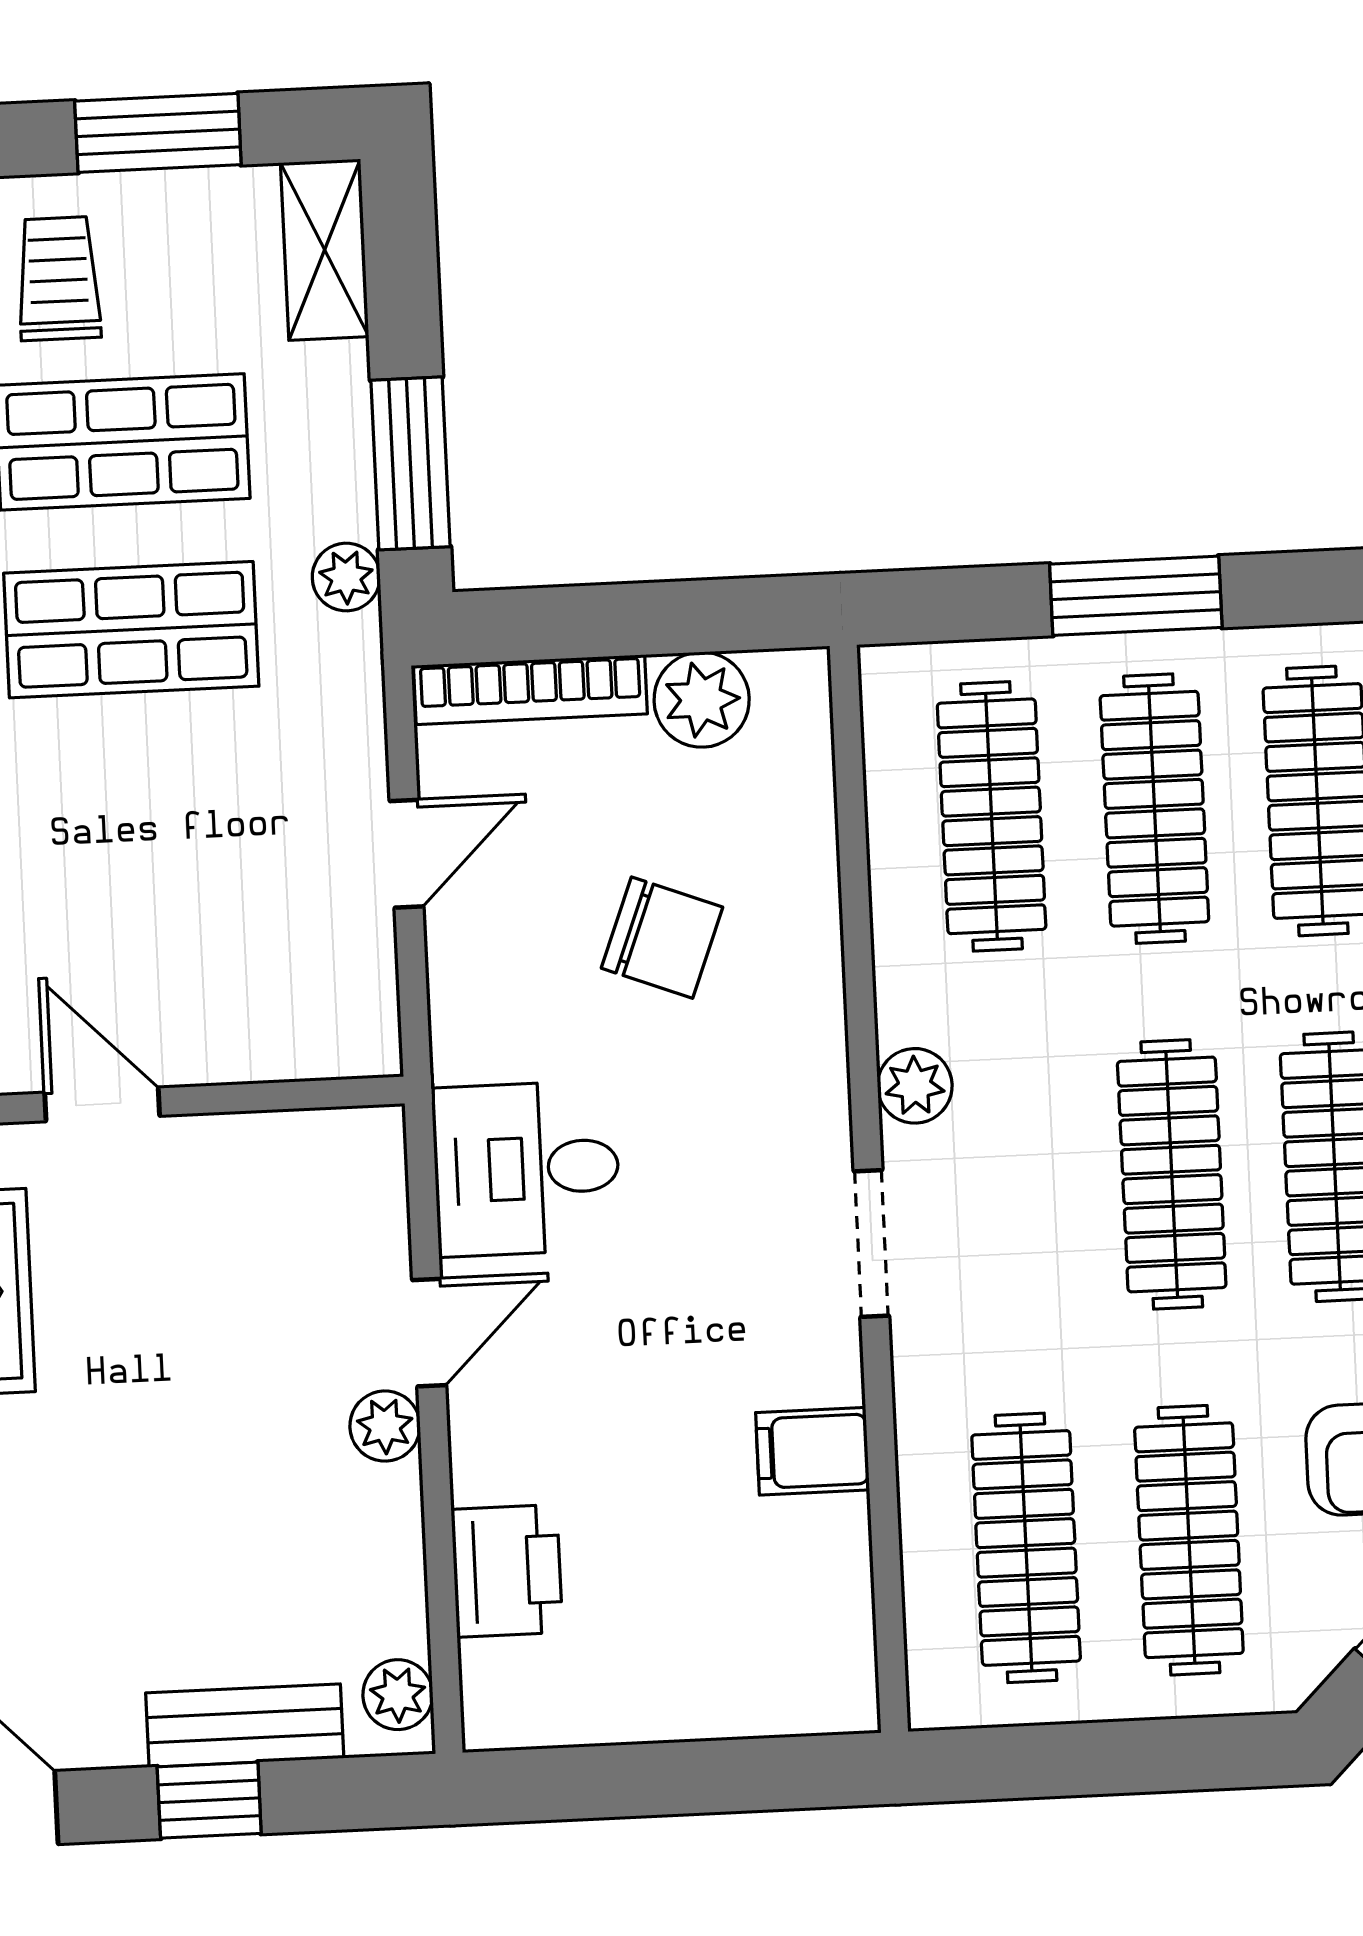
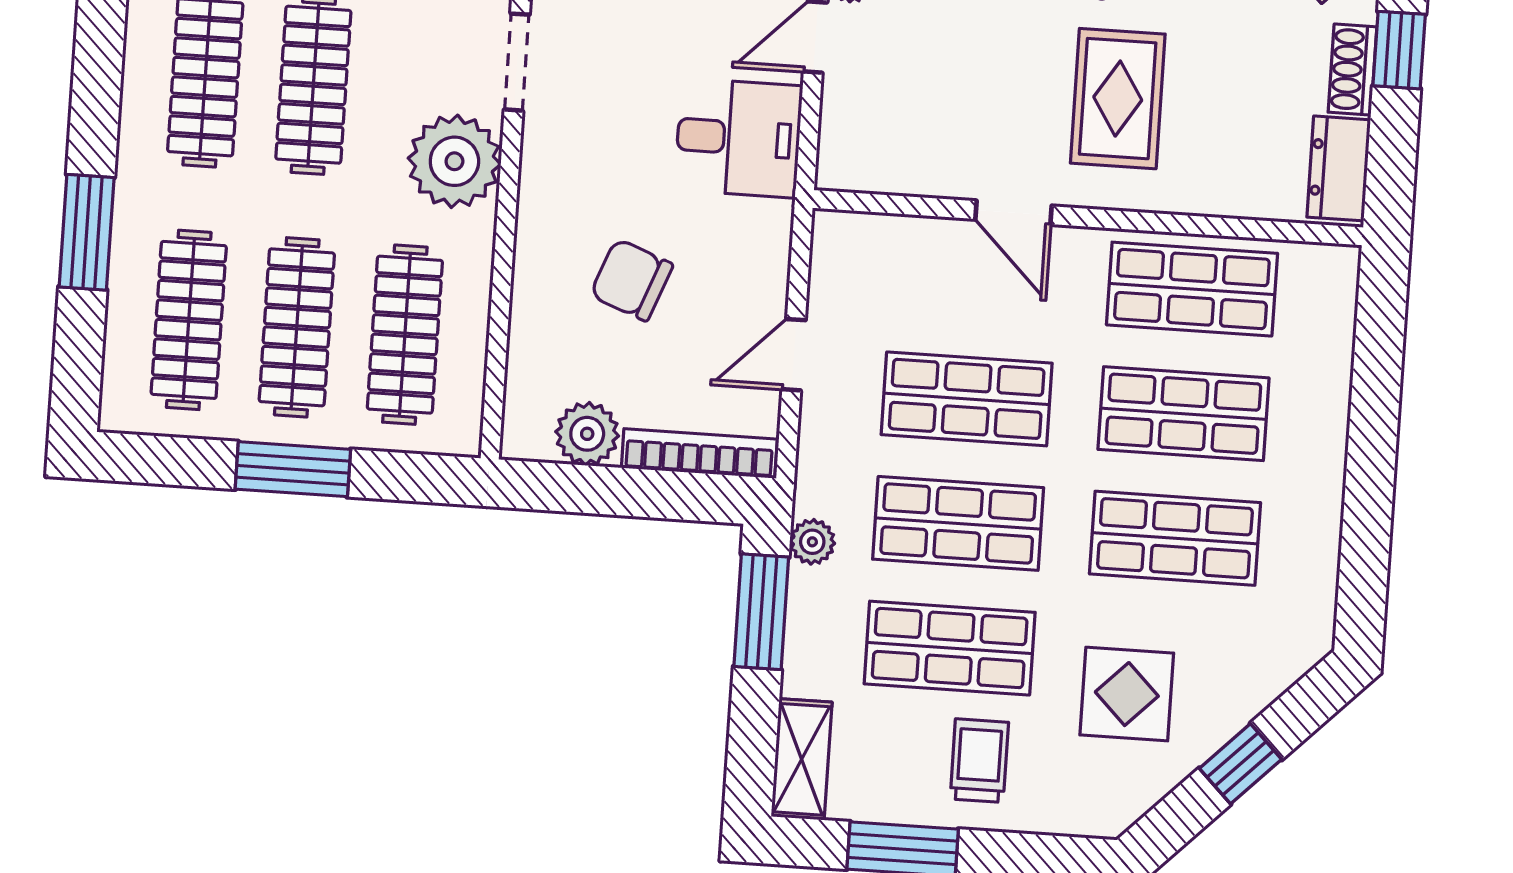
trolley: (59, 279) -> (979, 761), turned 180
shop shelf: (140, 818) -> (967, 399), added
plant: (915, 1086) -> (454, 161), width x1.88, depth x1.88

